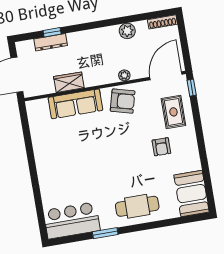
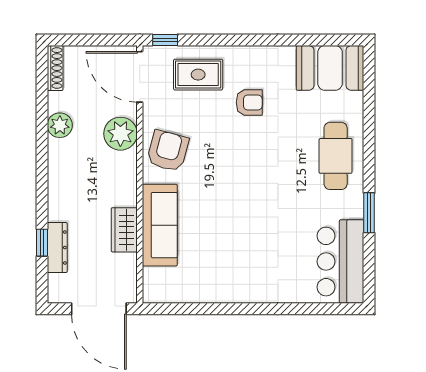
plant: (124, 75) -> (120, 134), width x1.87, depth x1.87

